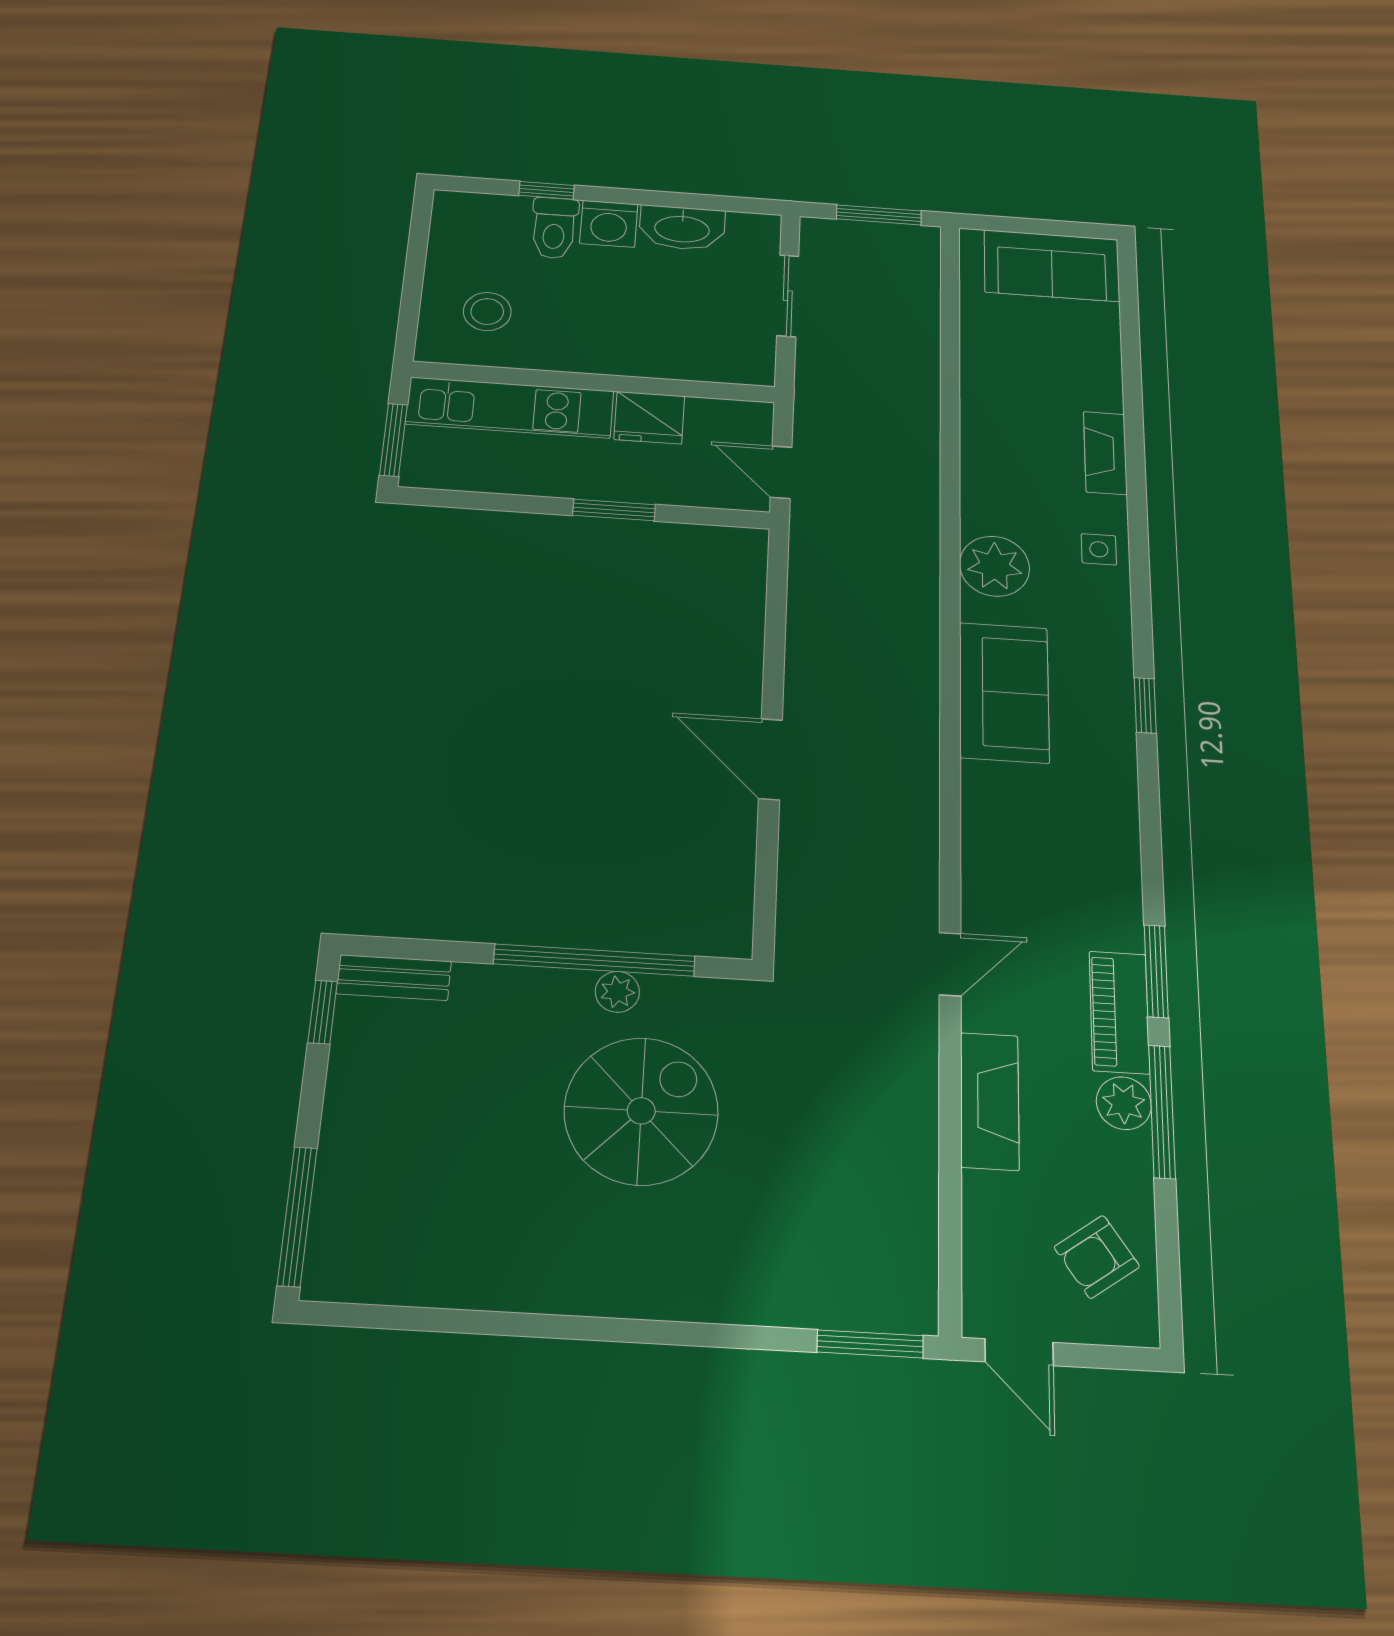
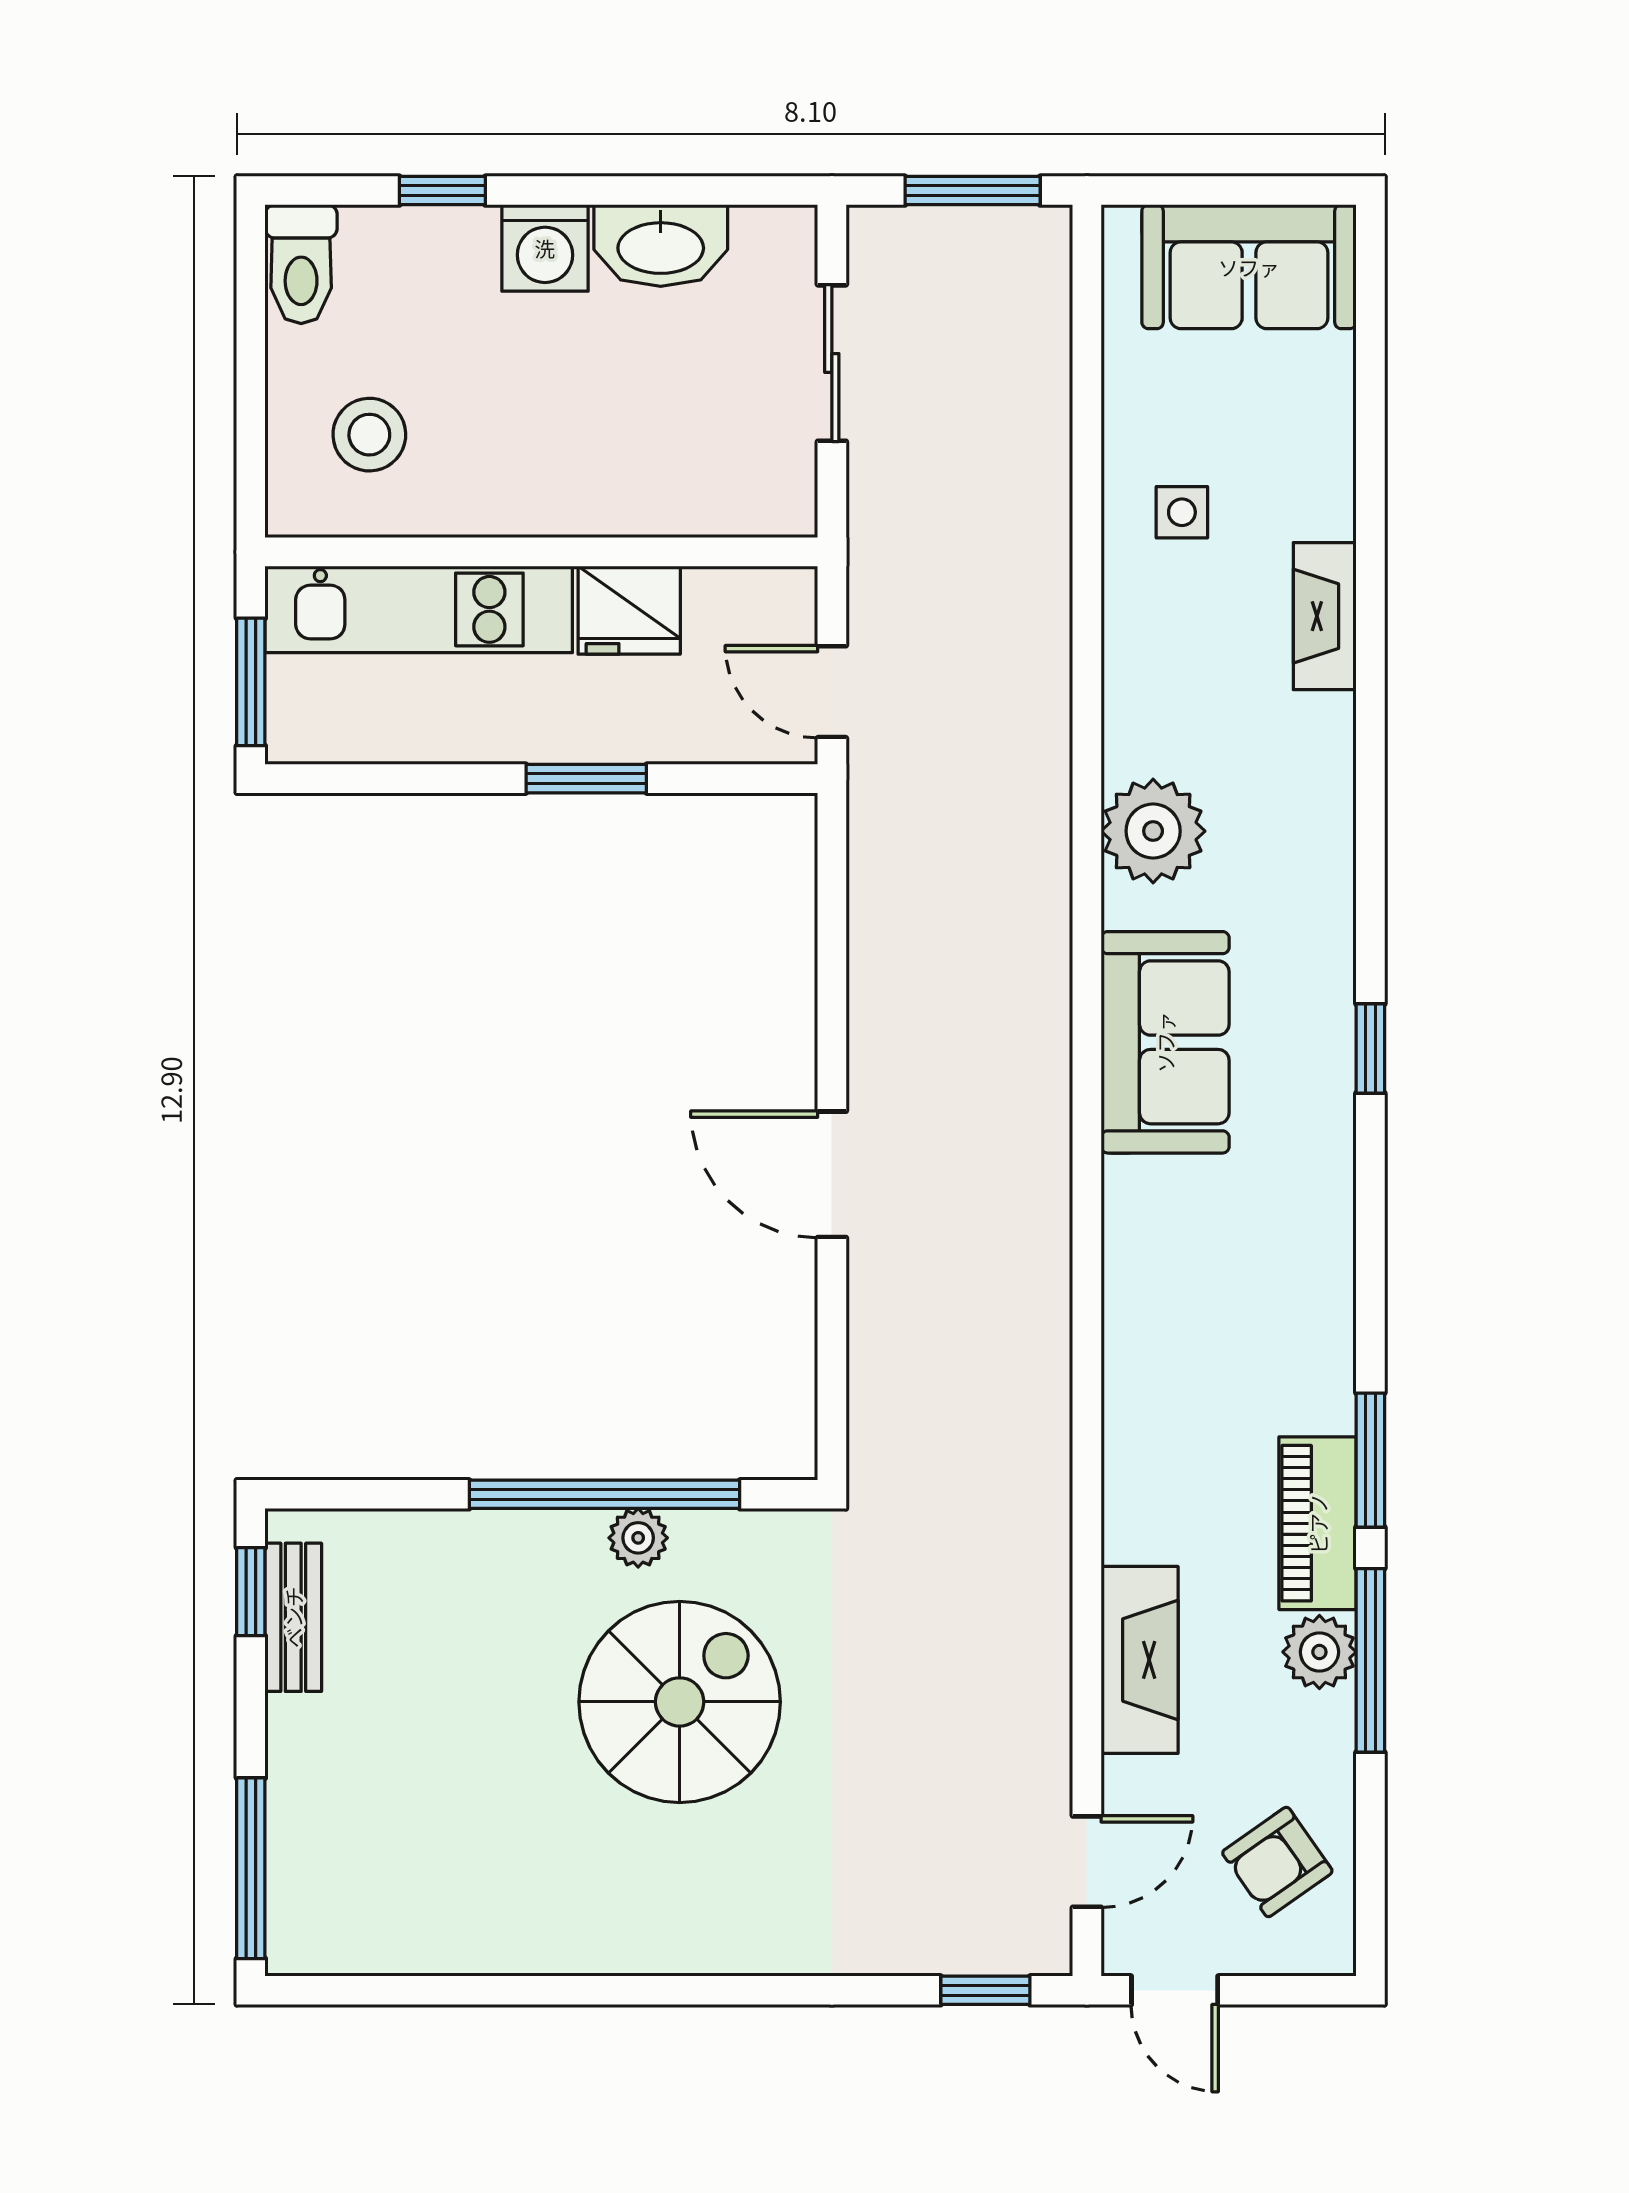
toilet: (554, 228) -> (301, 264), moved
side table: (1099, 549) -> (1182, 512), moved
door: (950, 964) -> (1087, 1862), moved
bench: (394, 978) -> (293, 1617), moved, turned 90
window: (870, 1344) -> (985, 1990), width x0.67

